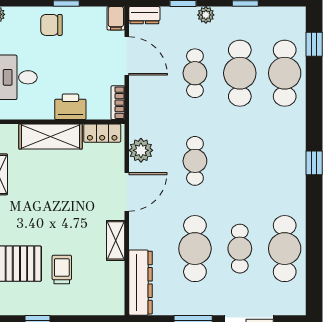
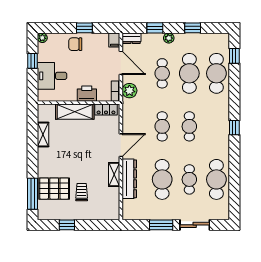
plant: (141, 150) -> (129, 91), moved
cafe table: (240, 161) -> (189, 126), added
dresser: (141, 283) -> (129, 179), moved

